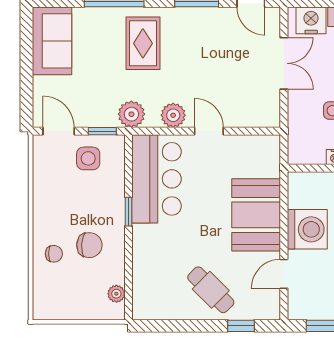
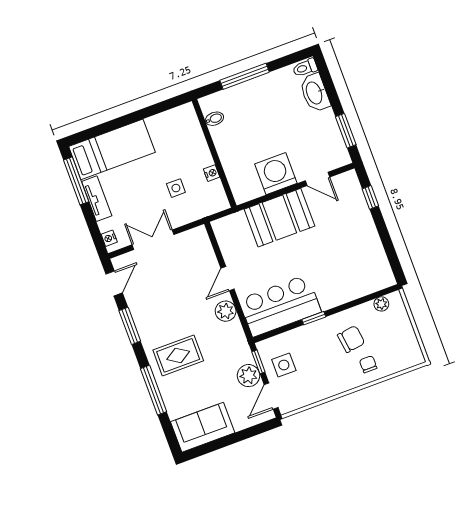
nightstand: (311, 20) -> (109, 238), width x0.53, depth x0.56
plant: (131, 114) -> (248, 376), moved
chair: (89, 245) -> (351, 339), turned 78
cafe table: (211, 290) -> (351, 231), removed

